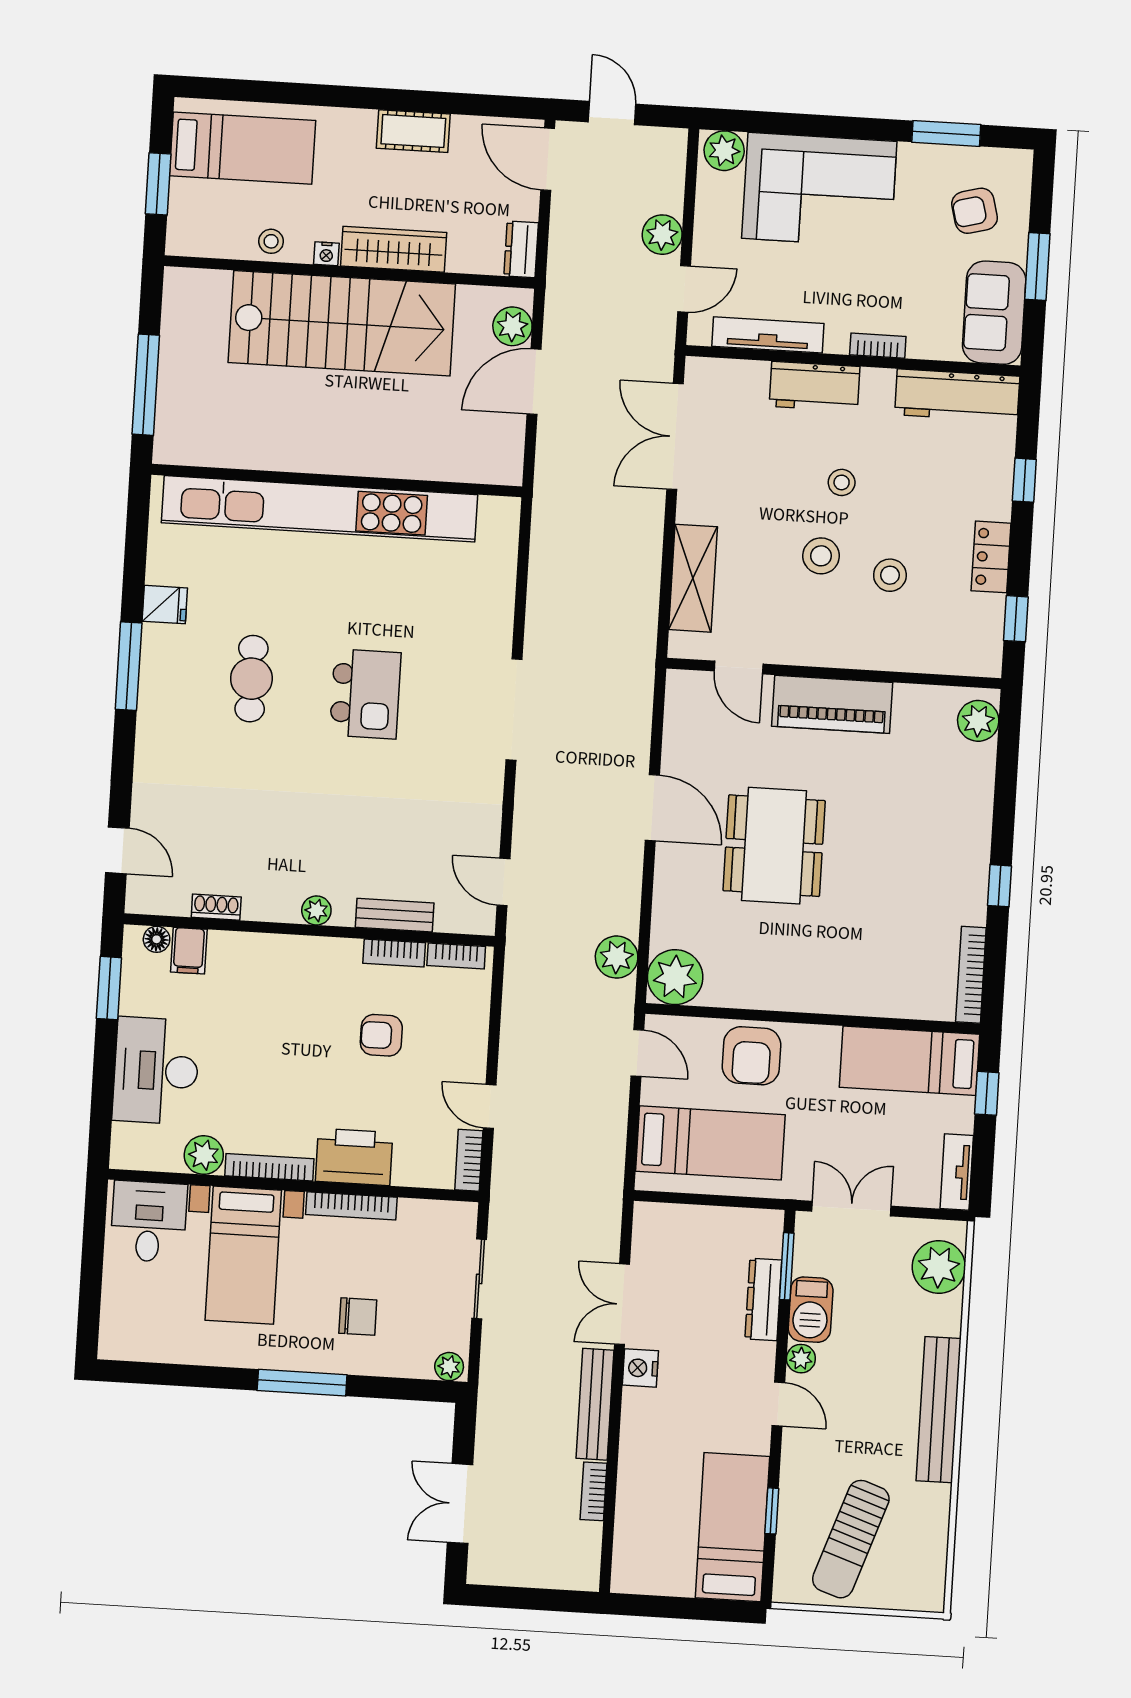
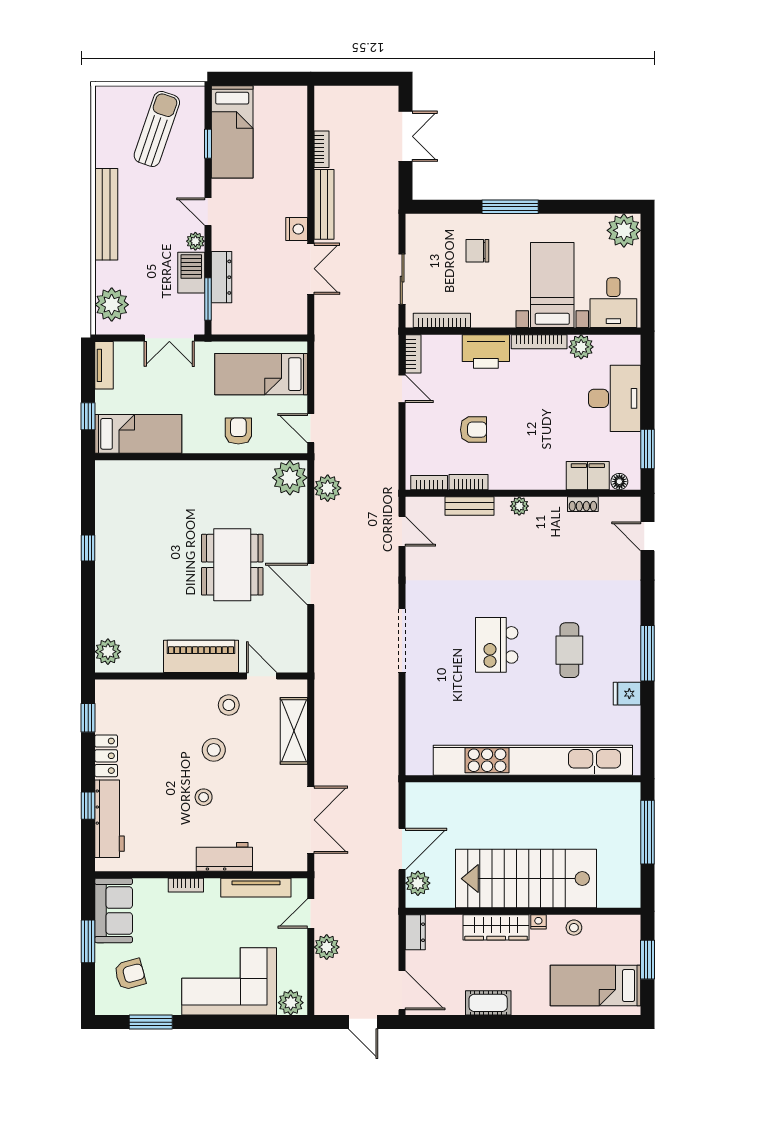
workbench: (957, 395) -> (110, 819), moved, turned 90
stool: (890, 575) -> (229, 705), moved
filing cabinet: (189, 951) -> (588, 476), width x2.00
bookcase: (971, 975) -> (103, 491), removed
armchair: (752, 1056) -> (238, 431), width x0.72, depth x0.72
bookcase: (351, 1206) -> (442, 320), moved
plant: (449, 1367) -> (624, 230), moved, width x1.88, depth x1.88

